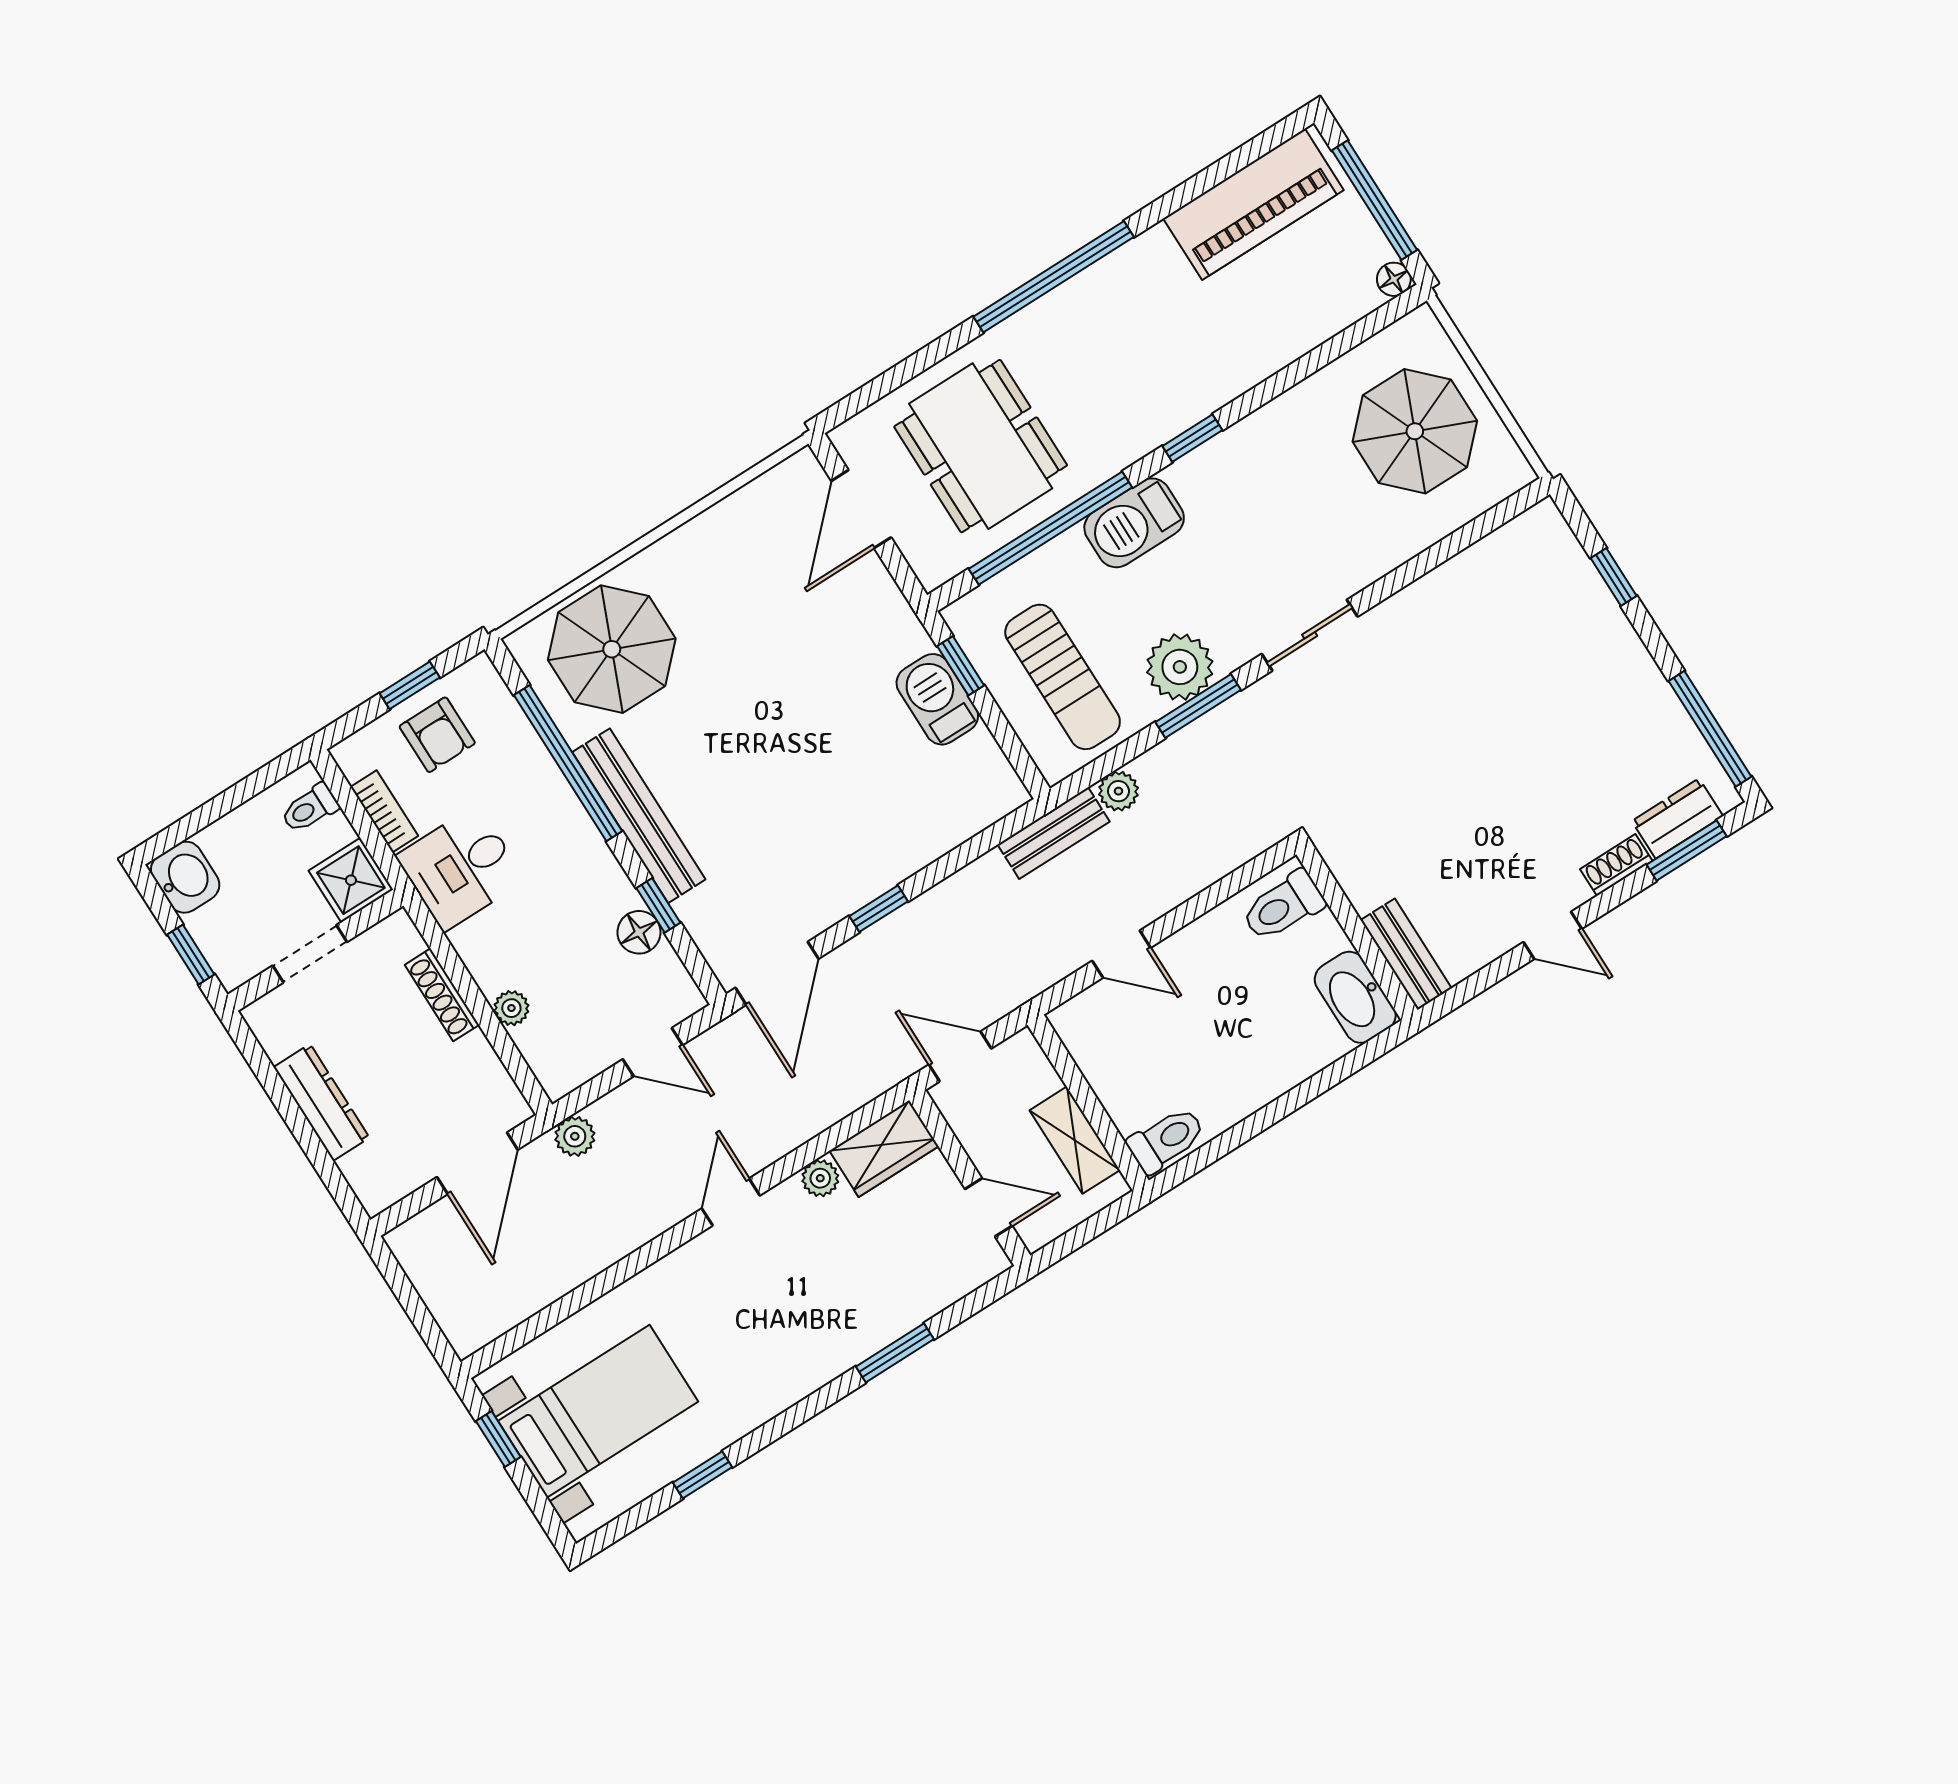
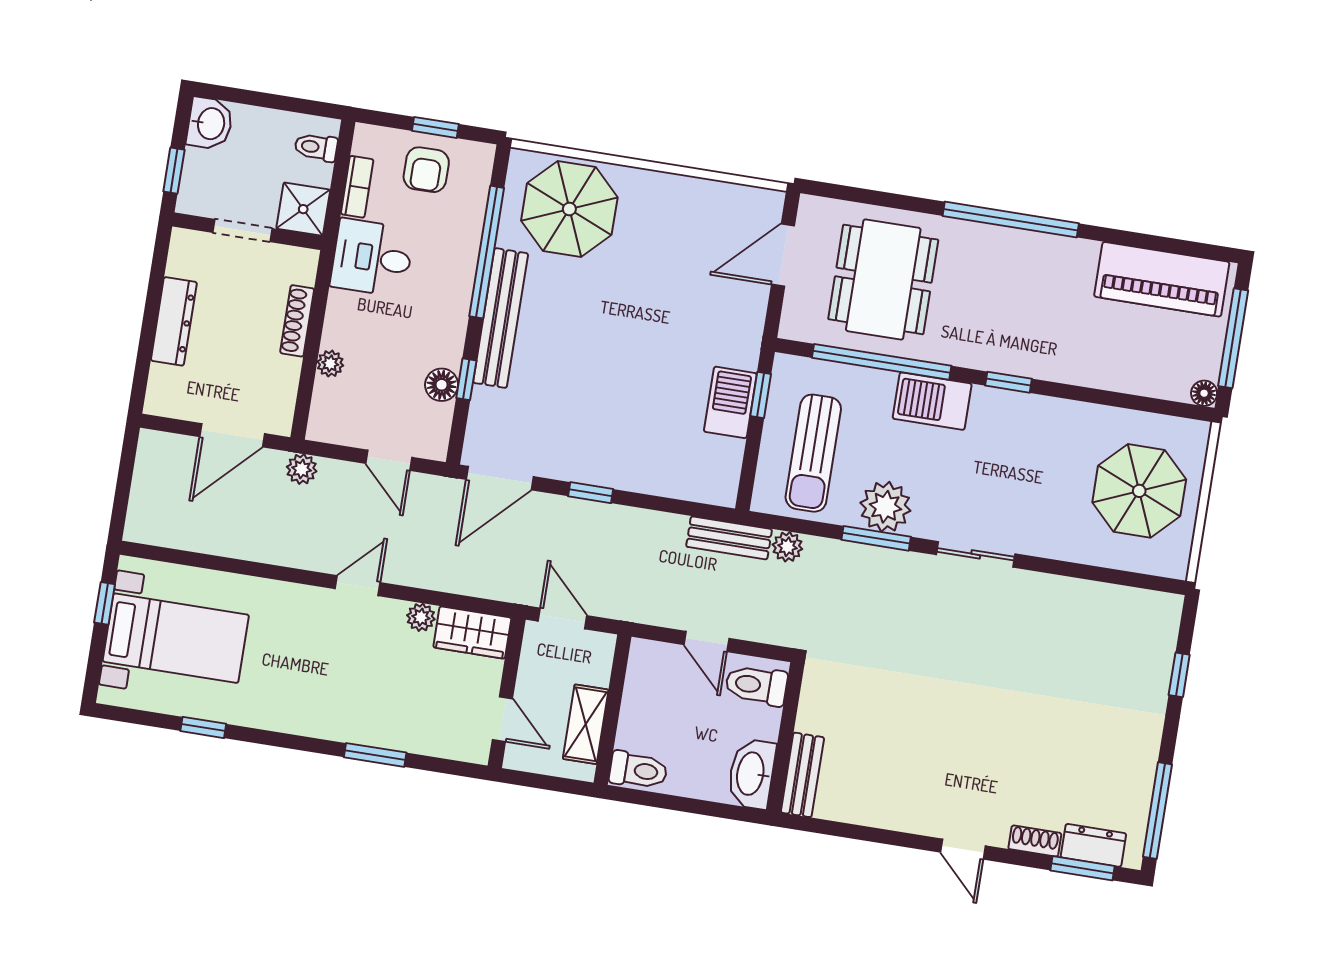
toilet: (1283, 906) -> (756, 685), moved
wall: (1357, 932) -> (785, 737), moved
bench: (1406, 954) -> (802, 775), moved
washbasin: (1355, 997) -> (751, 774), moved

